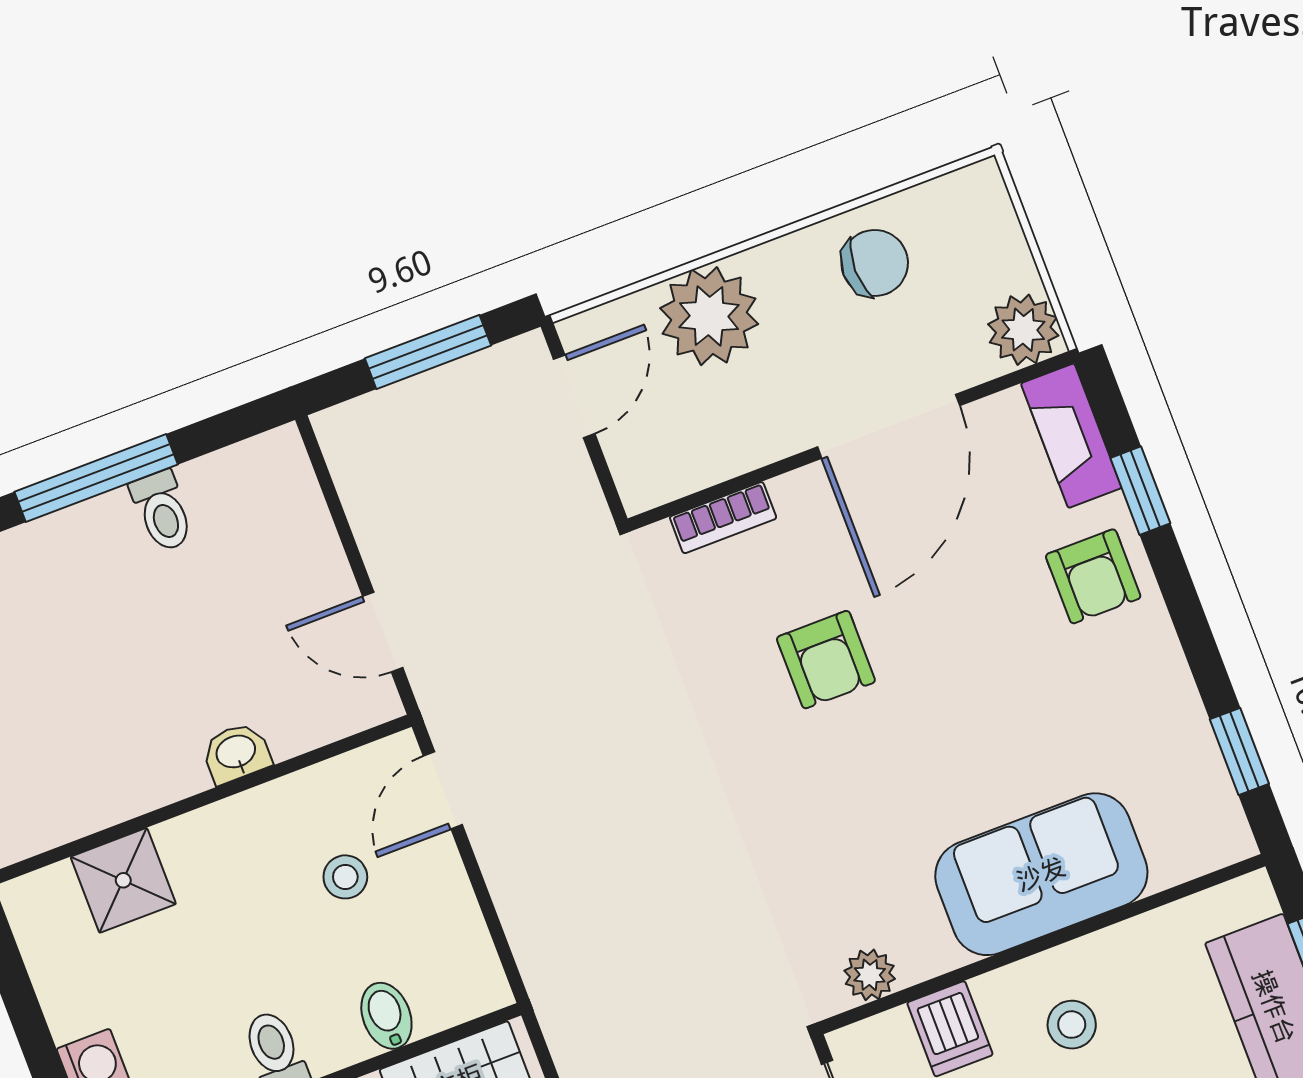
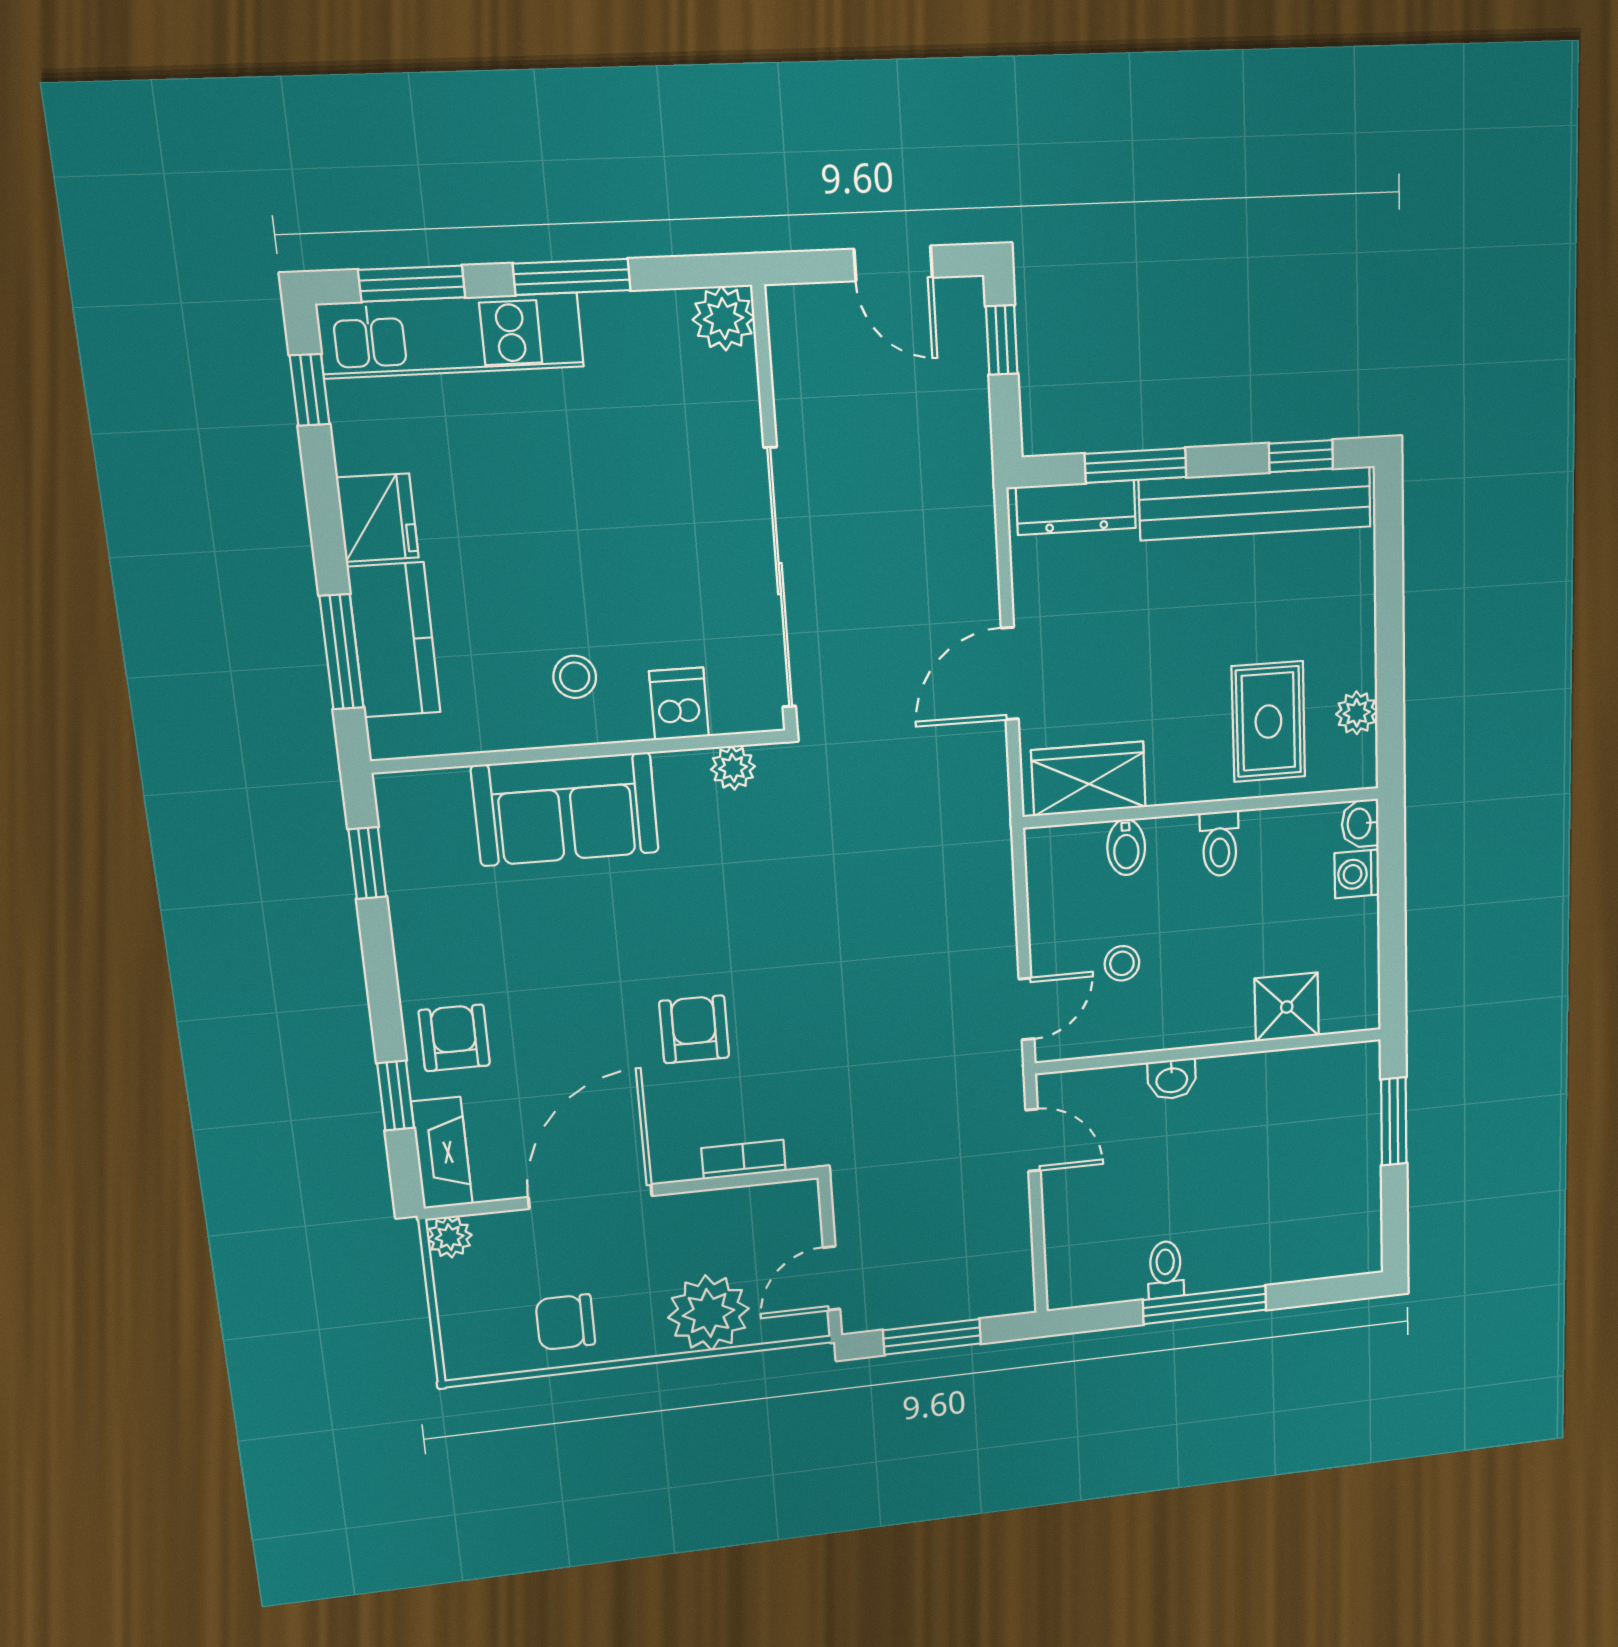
plant: (1023, 330) -> (450, 1237), width x0.73, depth x0.73

